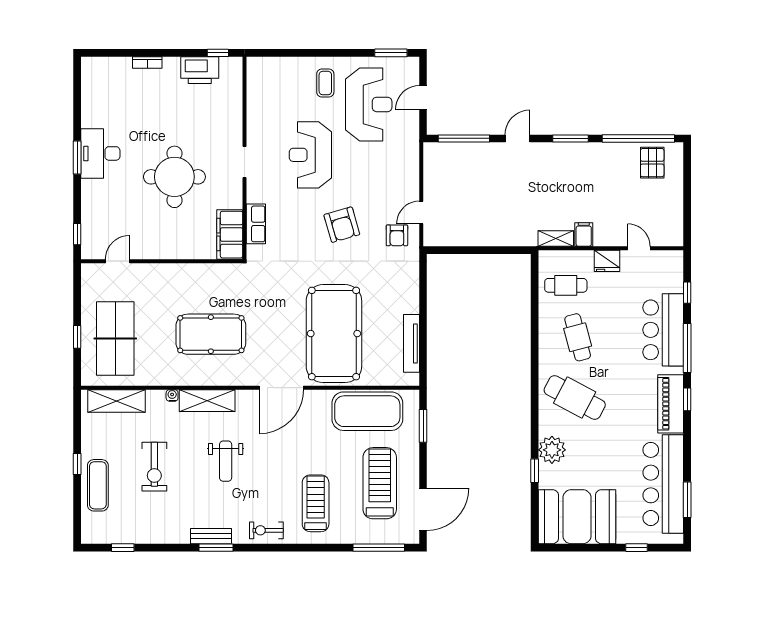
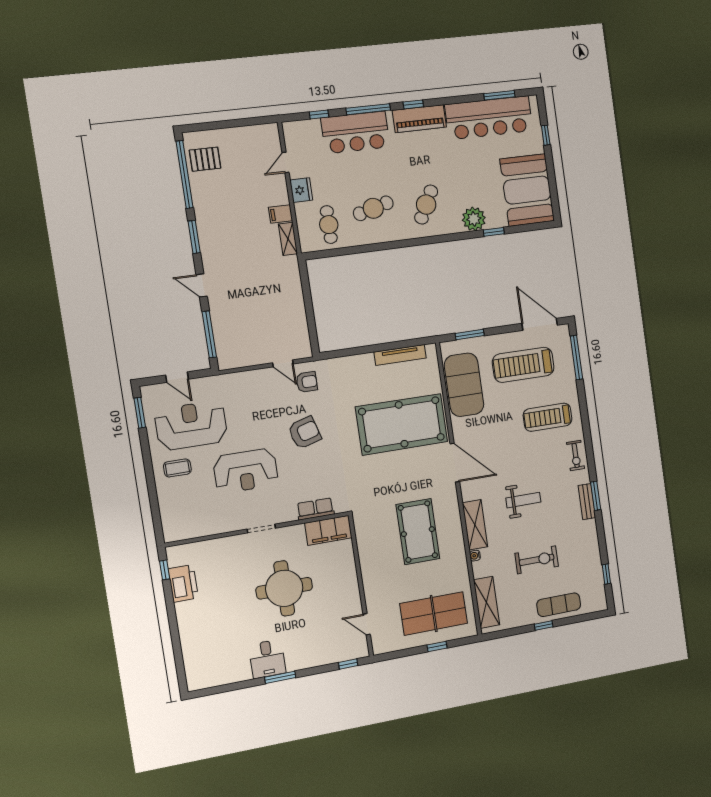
bookcase: (147, 62) -> (184, 632), removed
desk: (100, 153) -> (267, 659), width x0.73
cafe table: (575, 398) -> (426, 205), width x0.73, depth x0.74

